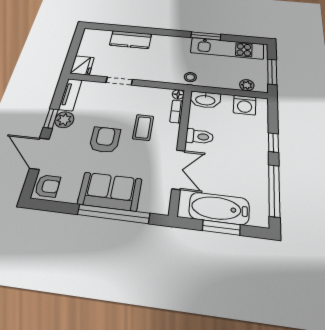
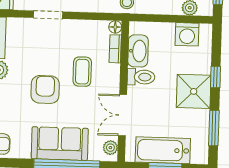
washbasin: (205, 100) -> (138, 51), moved, turned -90
shower: (252, 154) -> (194, 91), added
double door: (178, 169) -> (122, 115), swing flipped
window: (274, 190) -> (214, 128), width x0.69
plant: (163, 200) -> (110, 148), added

